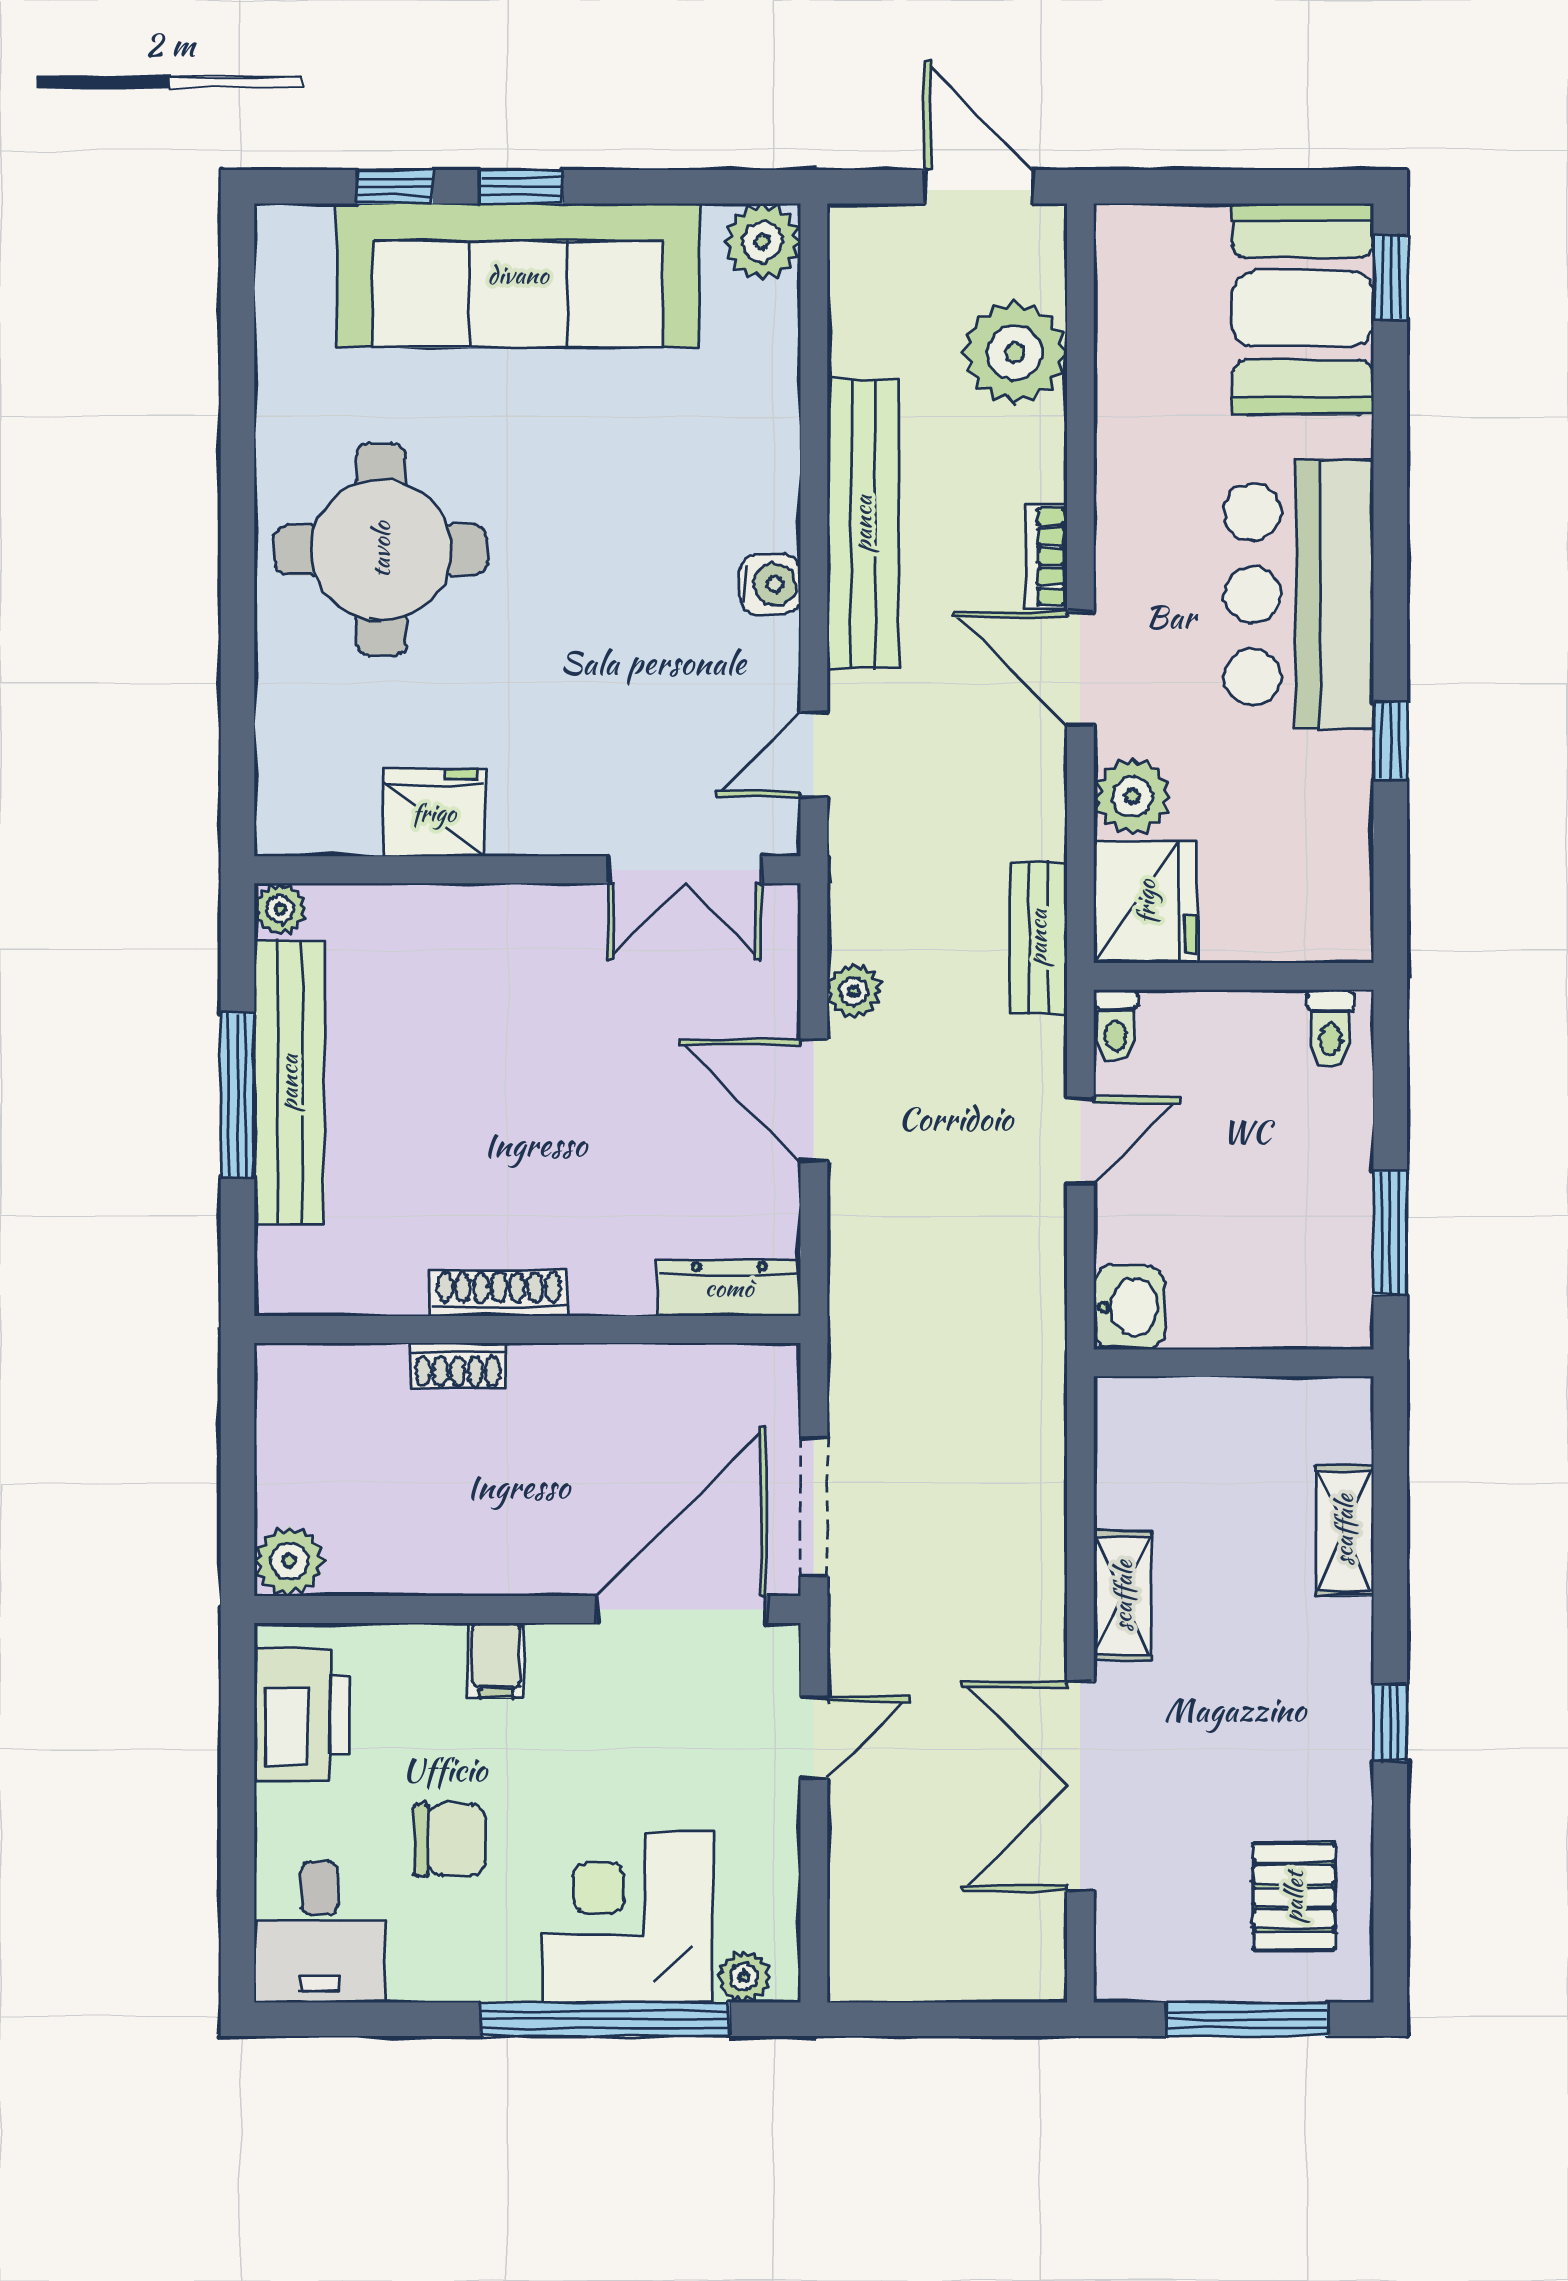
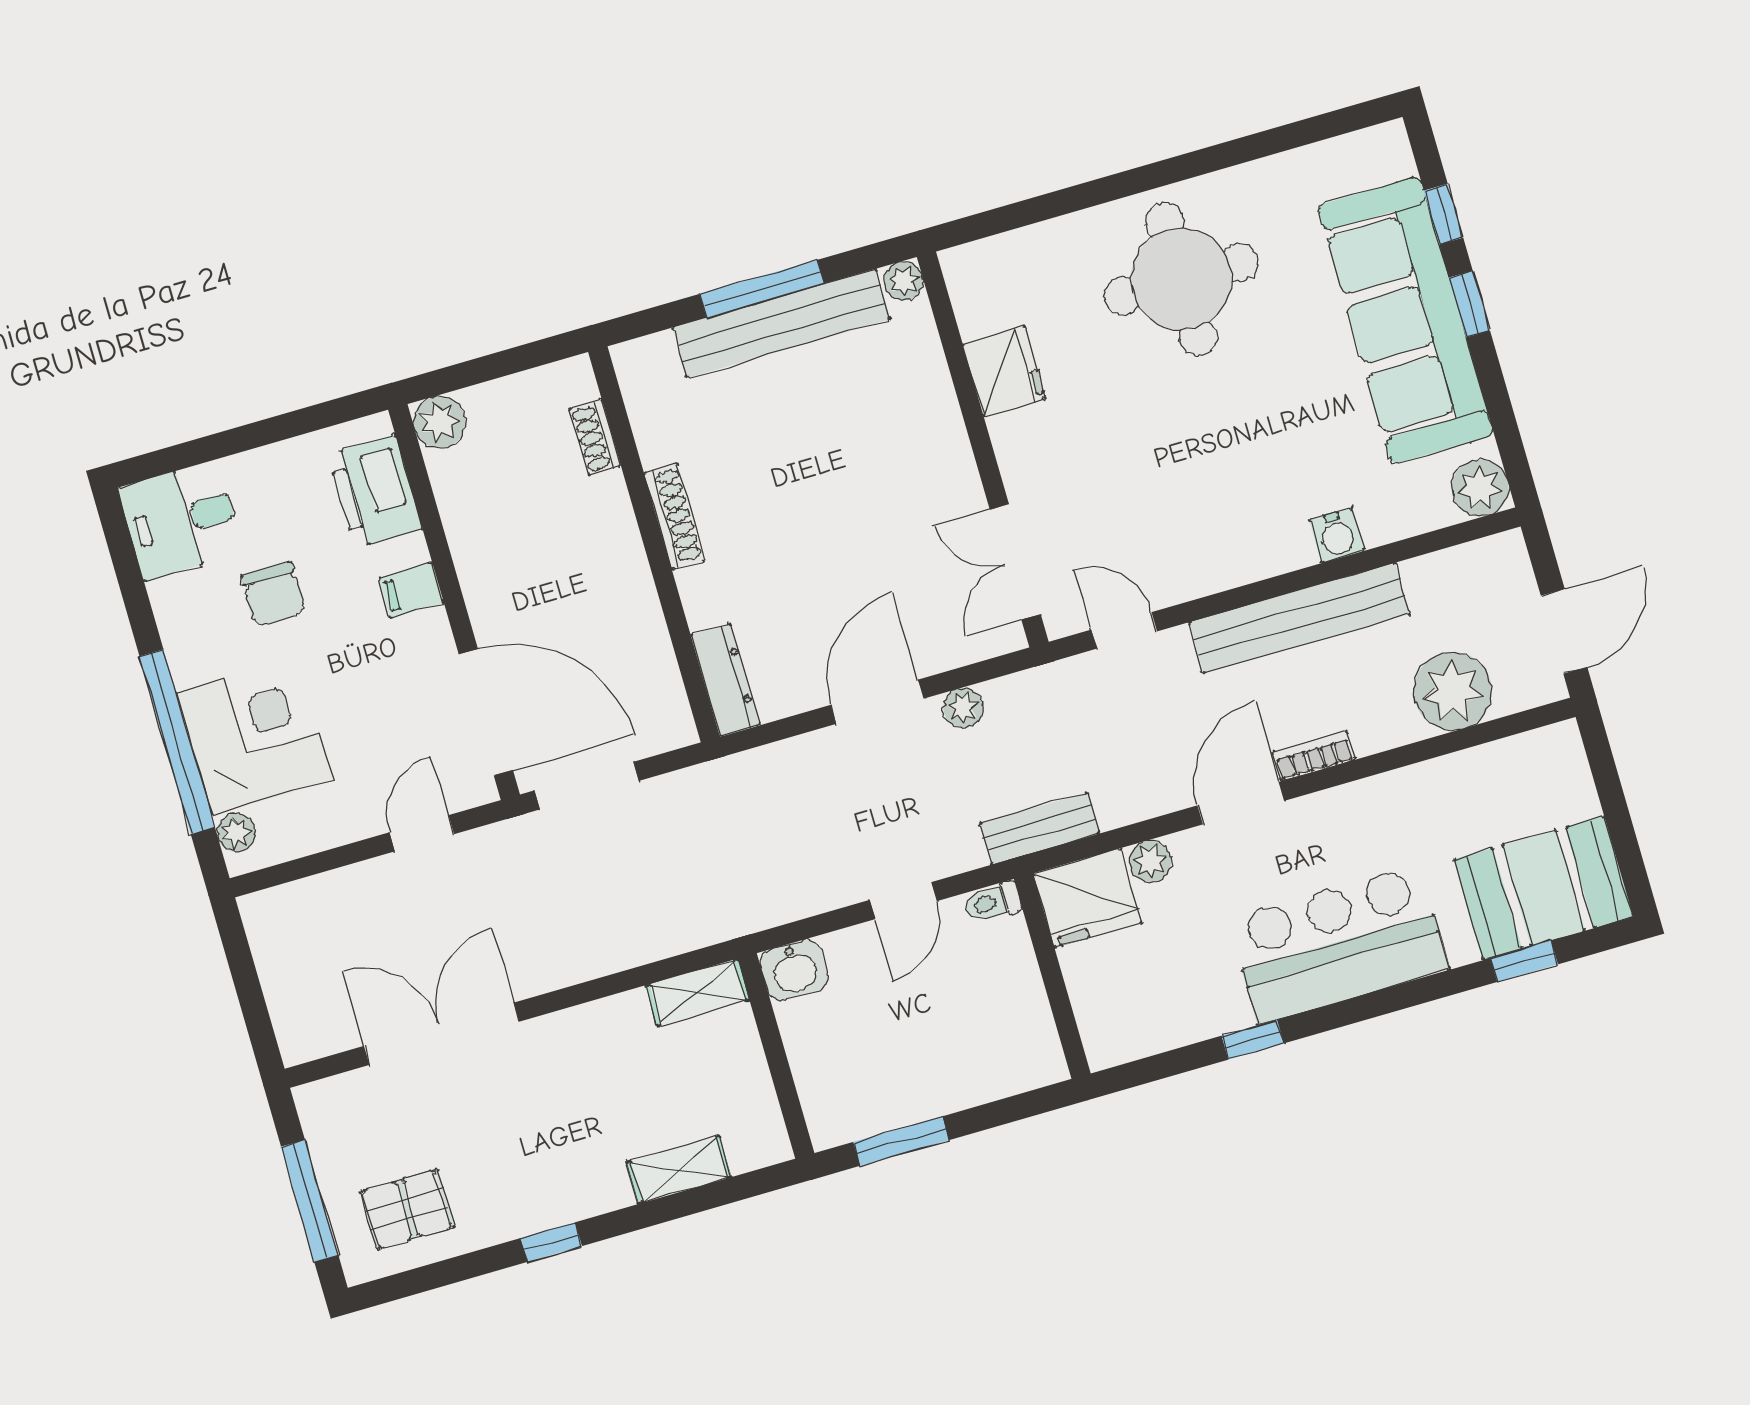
window: (1390, 278) -> (1524, 961), moved
water cooler: (770, 584) -> (1337, 535), moved
plant: (1132, 796) -> (1150, 861), width x0.73, depth x0.73
toilet: (1331, 1029) -> (1035, 1056), removed
door: (1080, 1141) -> (903, 901), hinge flipped
shoe rack: (458, 1366) -> (595, 438), moved
shelving: (1123, 1596) -> (698, 993), moved
printer: (302, 1714) -> (375, 492), moved, turned 90
door: (814, 1738) -> (422, 833), swing flipped

